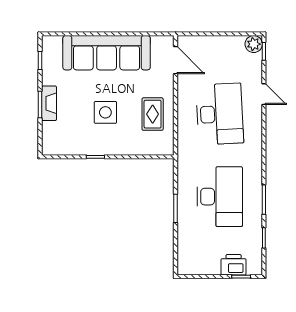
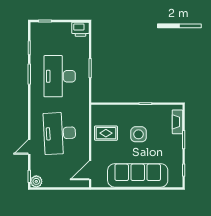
door: (176, 60) -> (90, 170), hinge flipped
door: (264, 94) -> (29, 147), hinge flipped
fireplace: (49, 103) -> (177, 122), moved
rug: (153, 114) -> (106, 133), turned 90
printer: (234, 265) -> (80, 29), moved

